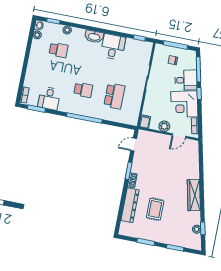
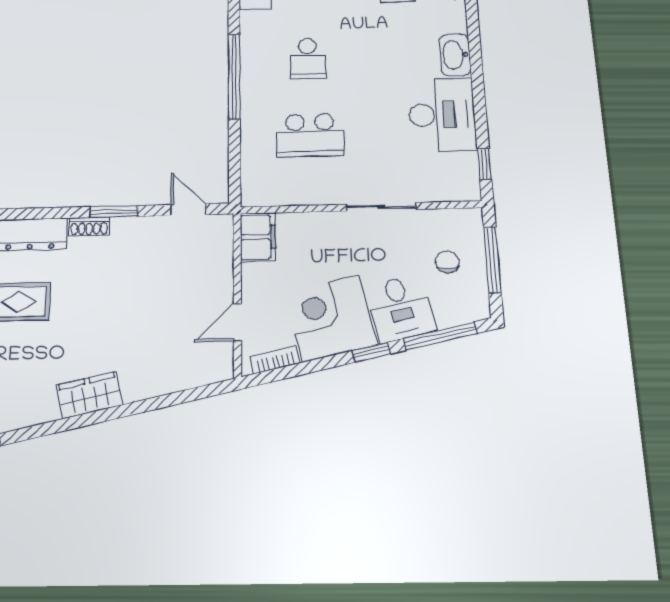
desk: (113, 47) -> (442, 115), width x1.37
filing cabinet: (145, 122) -> (258, 237), width x2.00
plant: (164, 126) -> (256, 278), removed
door: (179, 136) -> (237, 322), hinge flipped
wardrobe: (194, 195) -> (89, 395), width x0.67

